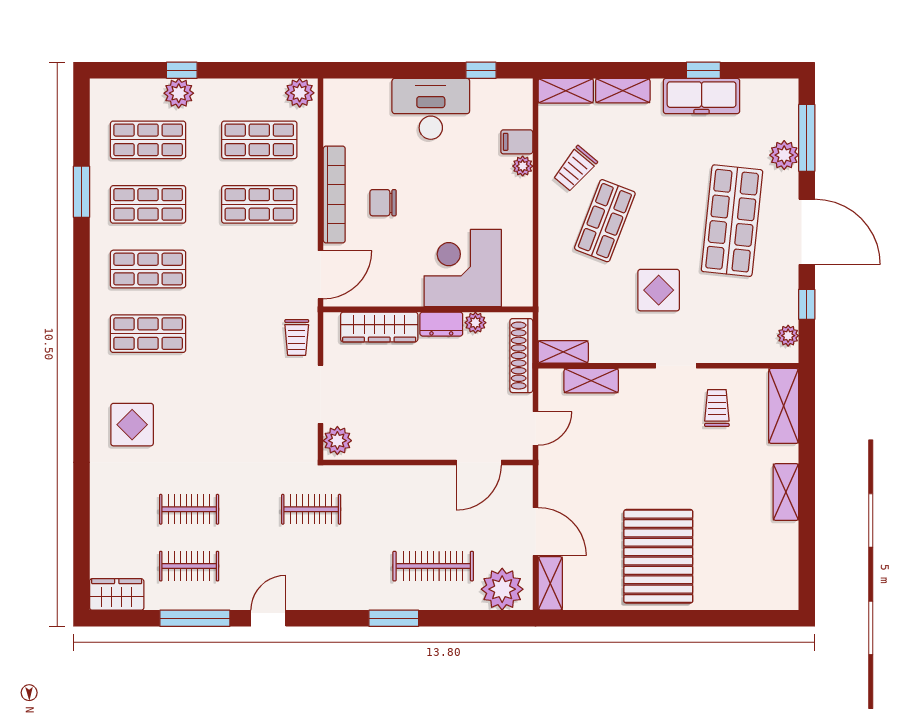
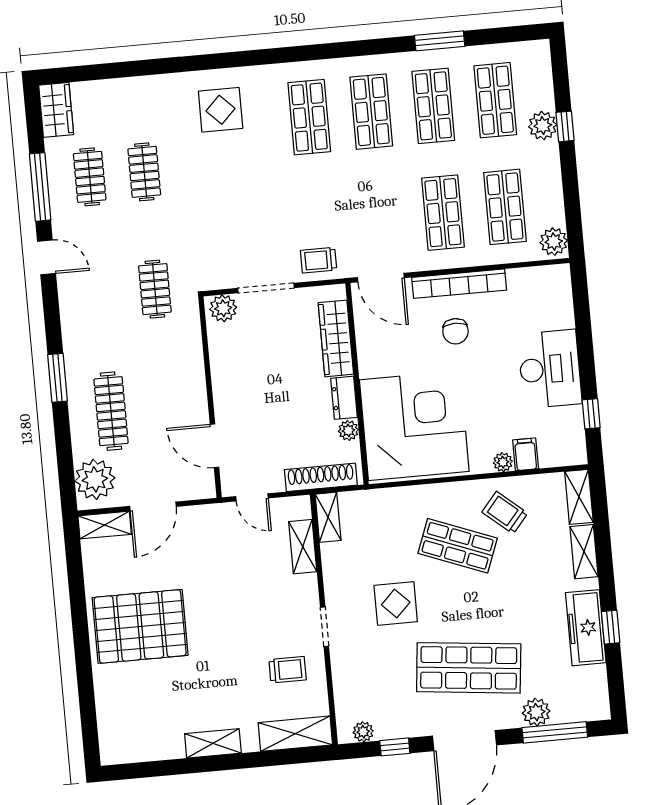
chair: (383, 203) -> (455, 331), turned 180
corner desk: (463, 268) -> (414, 426), width x1.36, depth x1.36

